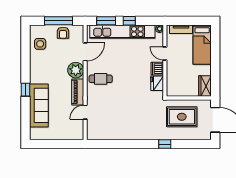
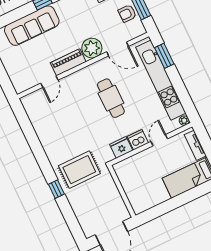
window: (129, 21) -> (177, 82), removed
cafe table: (101, 79) -> (111, 98), moved, width x1.37, depth x1.35
wardrobe: (205, 86) -> (144, 203), removed
door: (85, 112) -> (49, 82), swing flipped
rug: (182, 117) -> (79, 170), moved, turned 90

